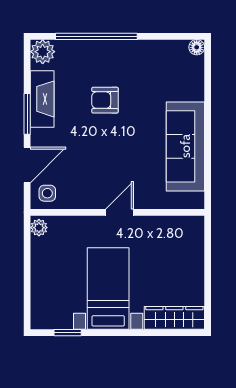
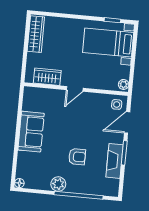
plant: (43, 52) -> (58, 184), moved
sofa: (185, 146) -> (31, 132), width x0.73
wardrobe: (167, 228) -> (47, 77), added
bed with nightstands: (108, 289) -> (108, 42), moved, turned 90
wardrobe: (174, 318) -> (36, 34), moved, turned -90

